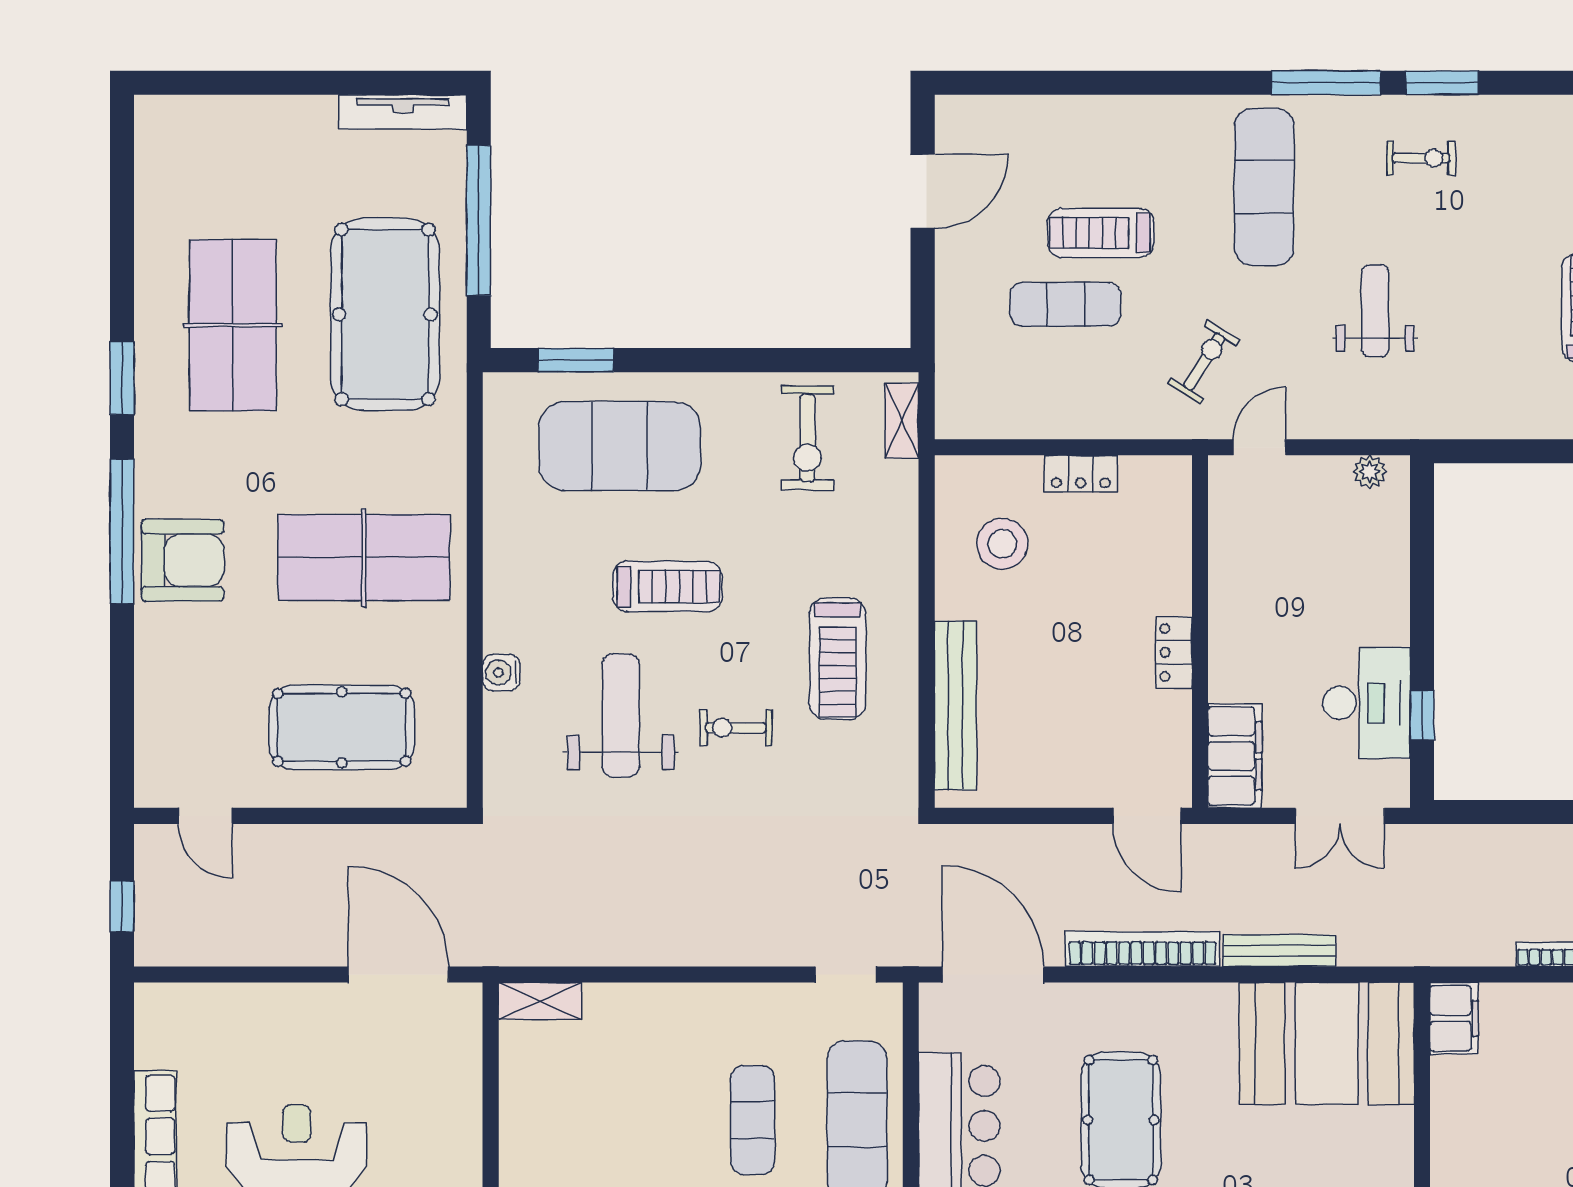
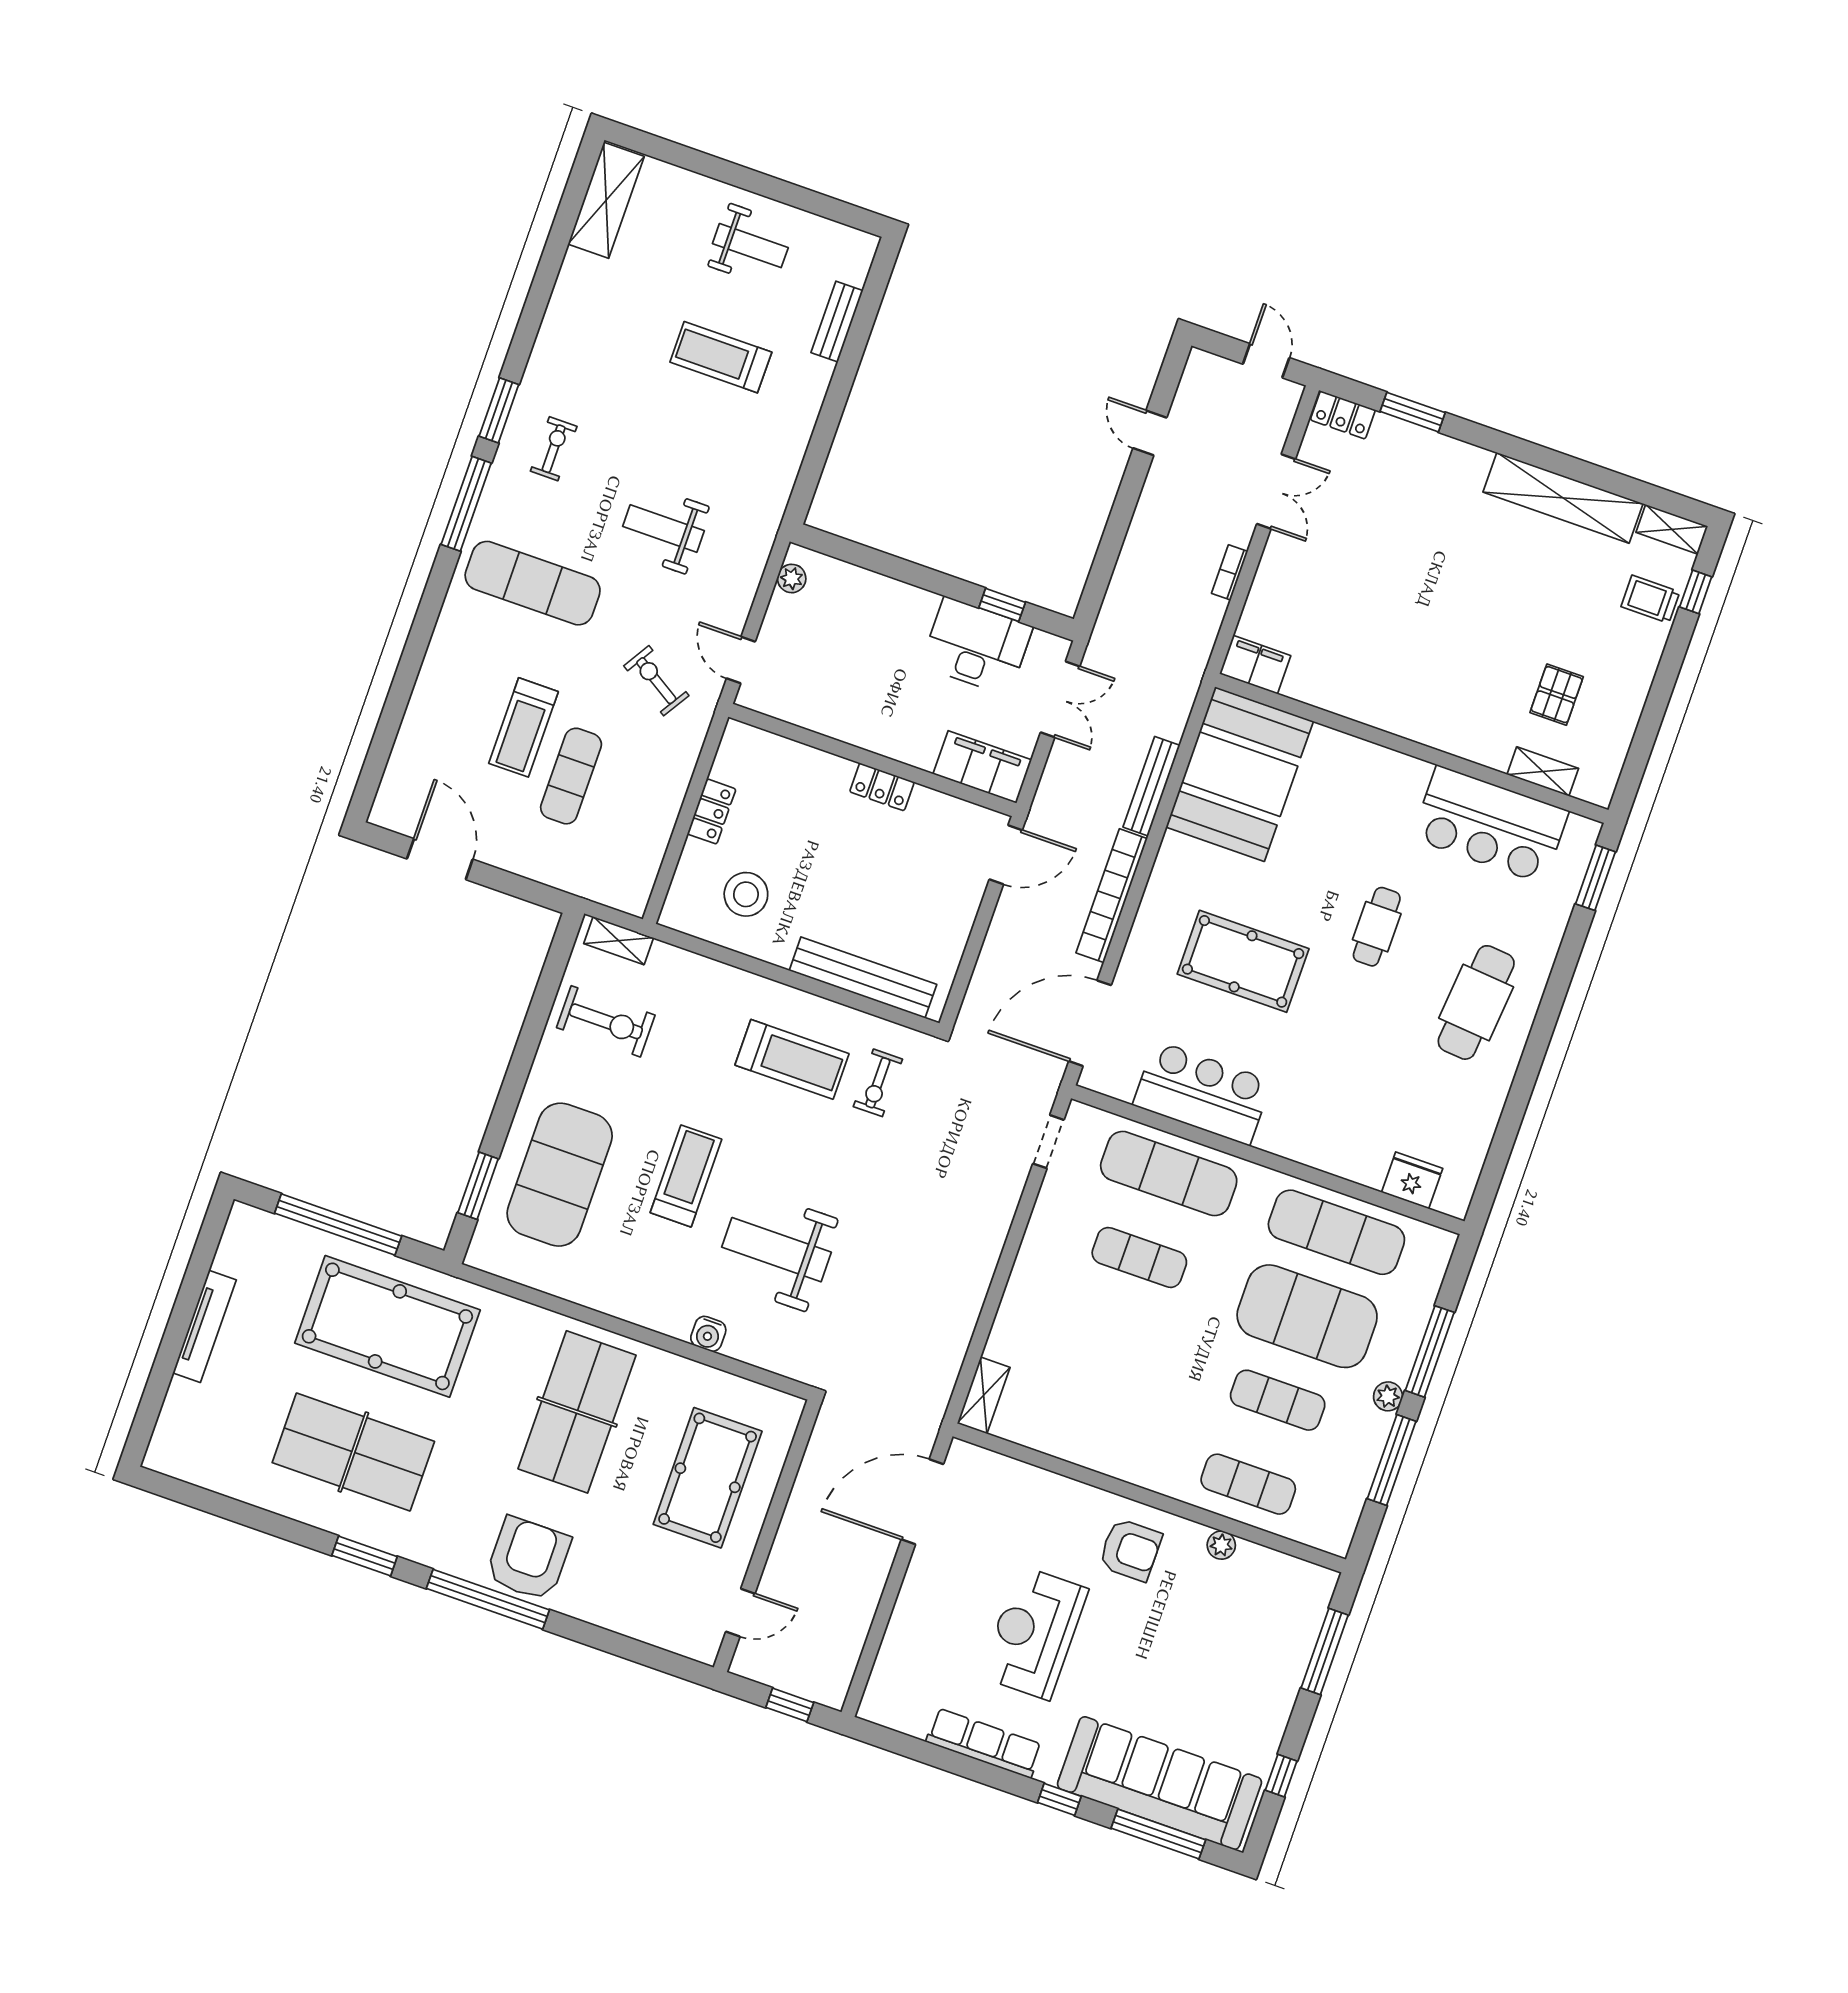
tv unit: (403, 112) -> (205, 1326), moved
exercise bike: (736, 728) -> (878, 1083), moved

